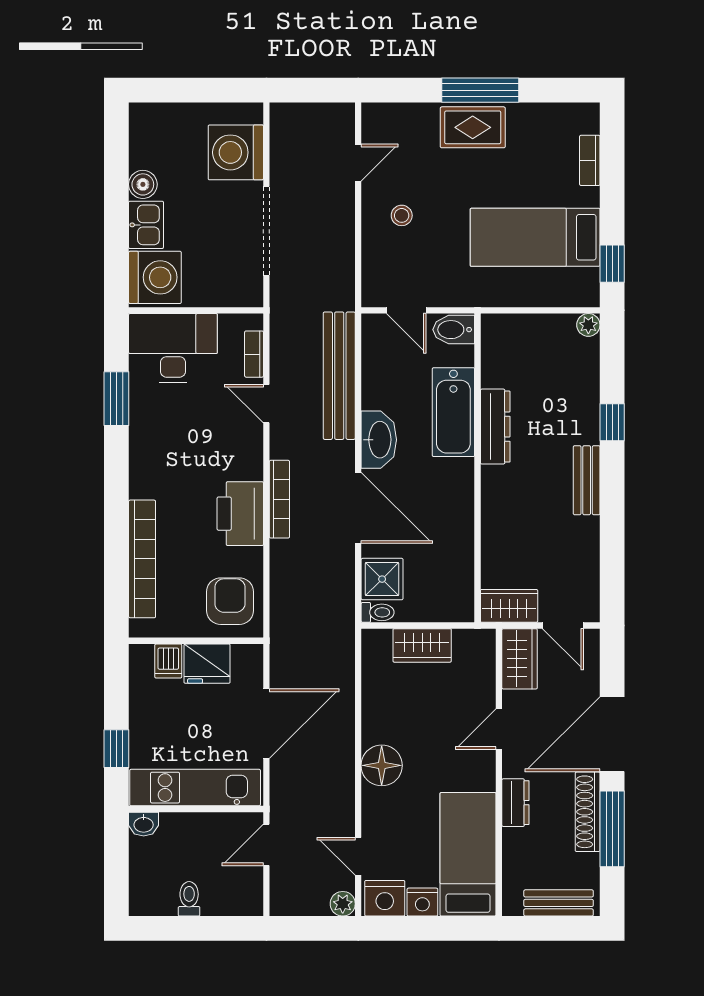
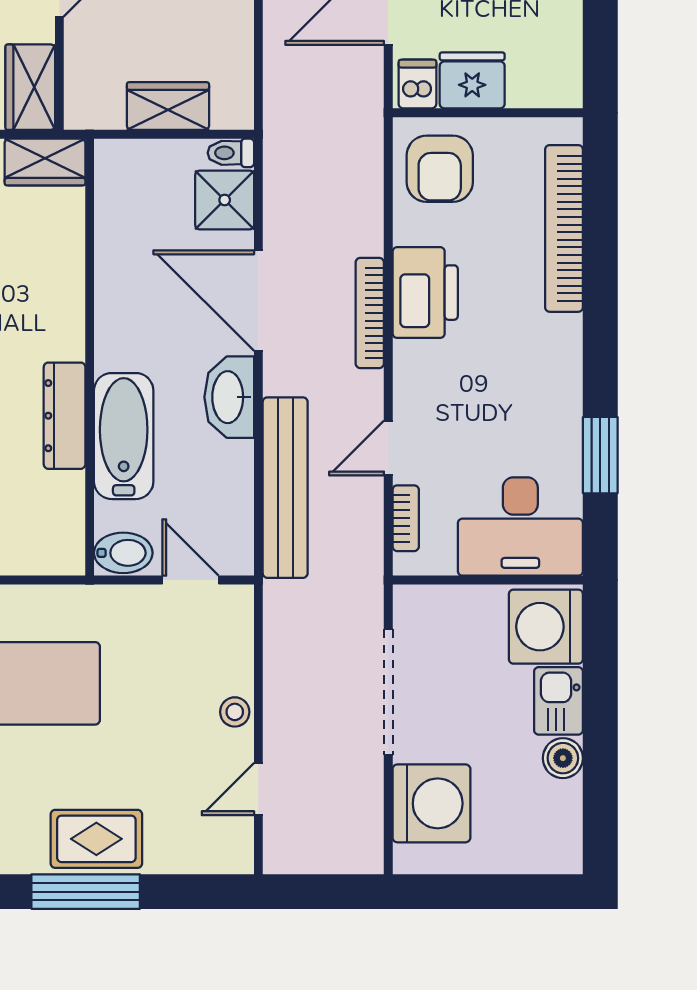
stool: (402, 215) -> (235, 712), moved
door: (266, 404) -> (388, 448), swing flipped
dishwasher: (168, 661) -> (417, 84), moved

